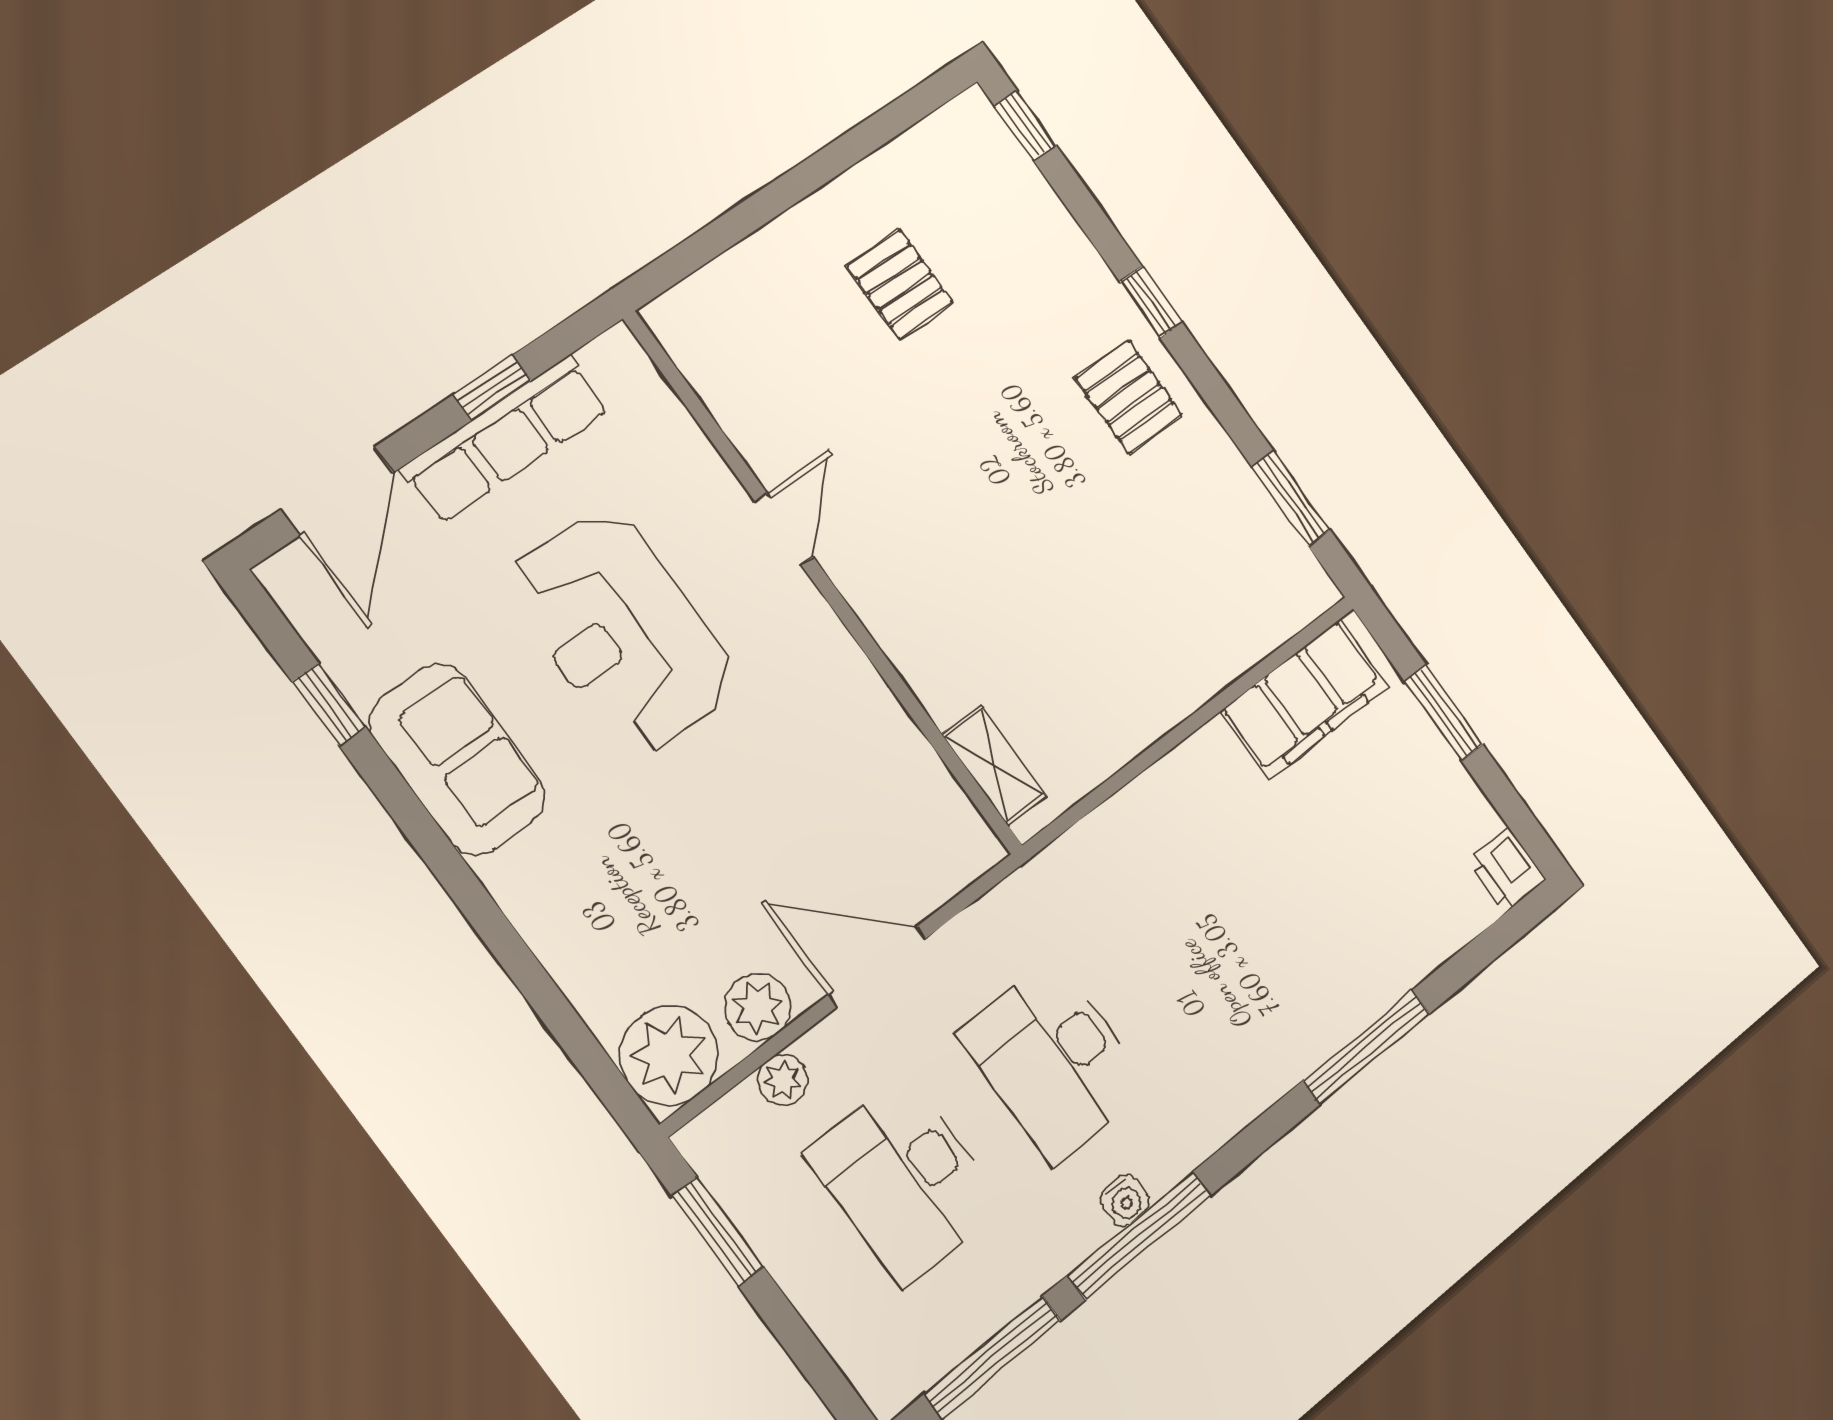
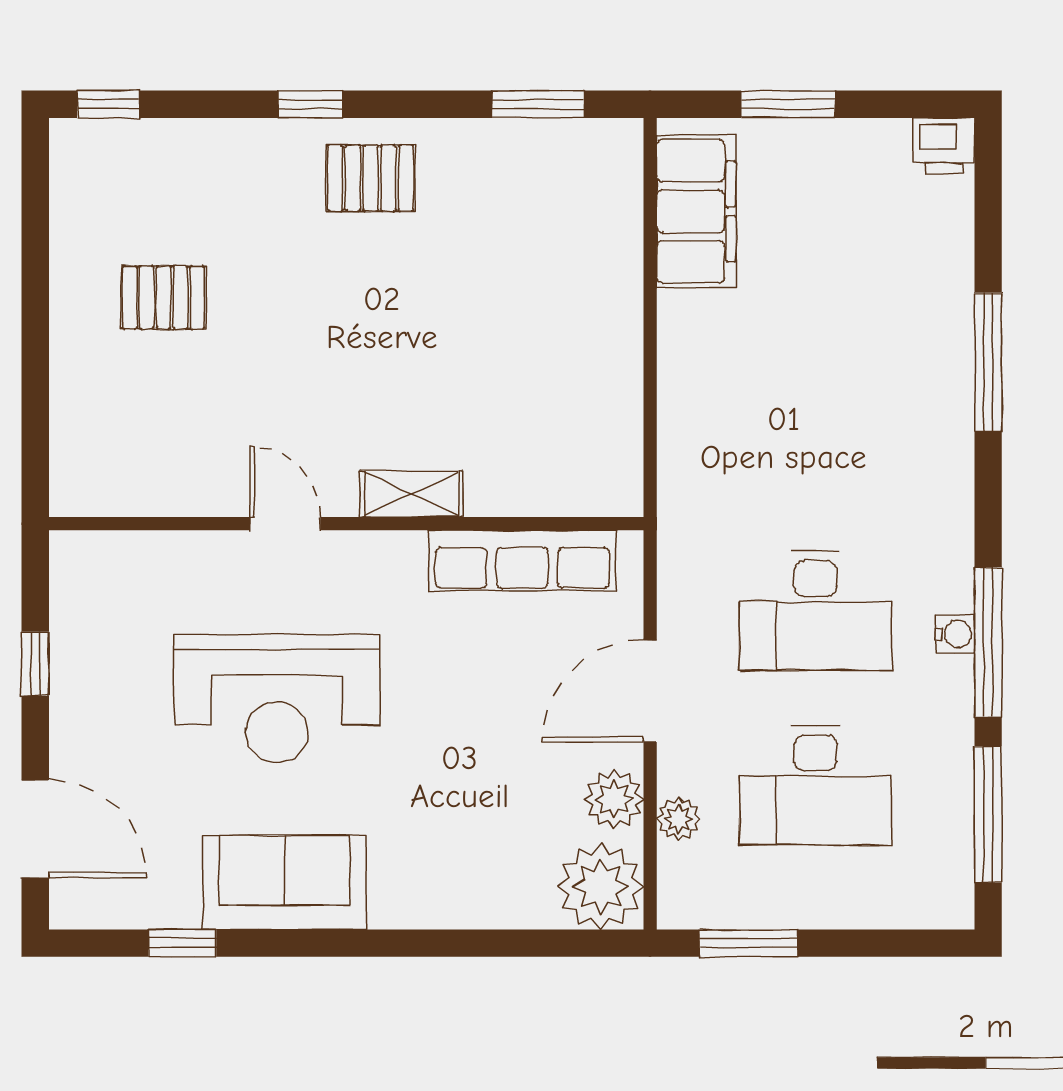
row of seats: (506, 439) -> (522, 560), moved, turned 90
shelving: (994, 765) -> (411, 494), moved

